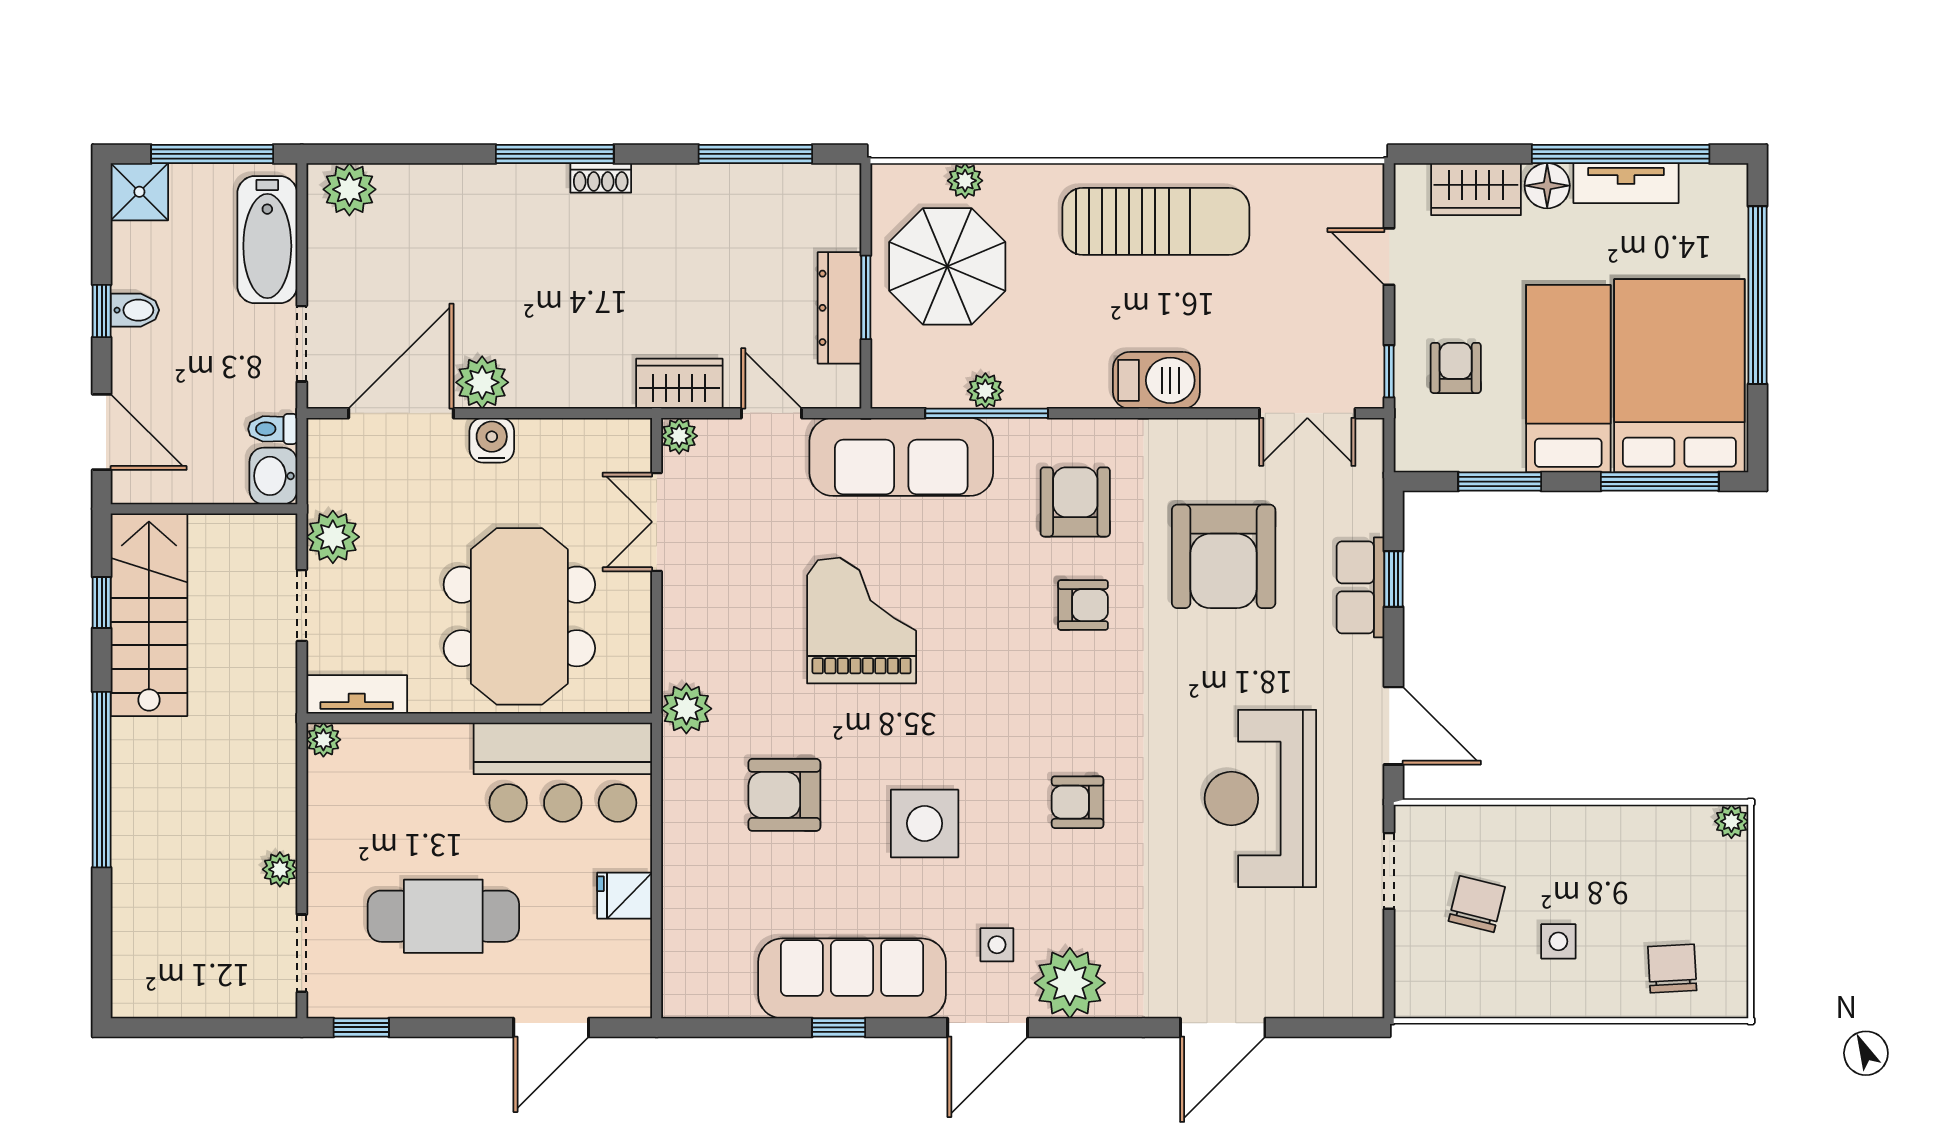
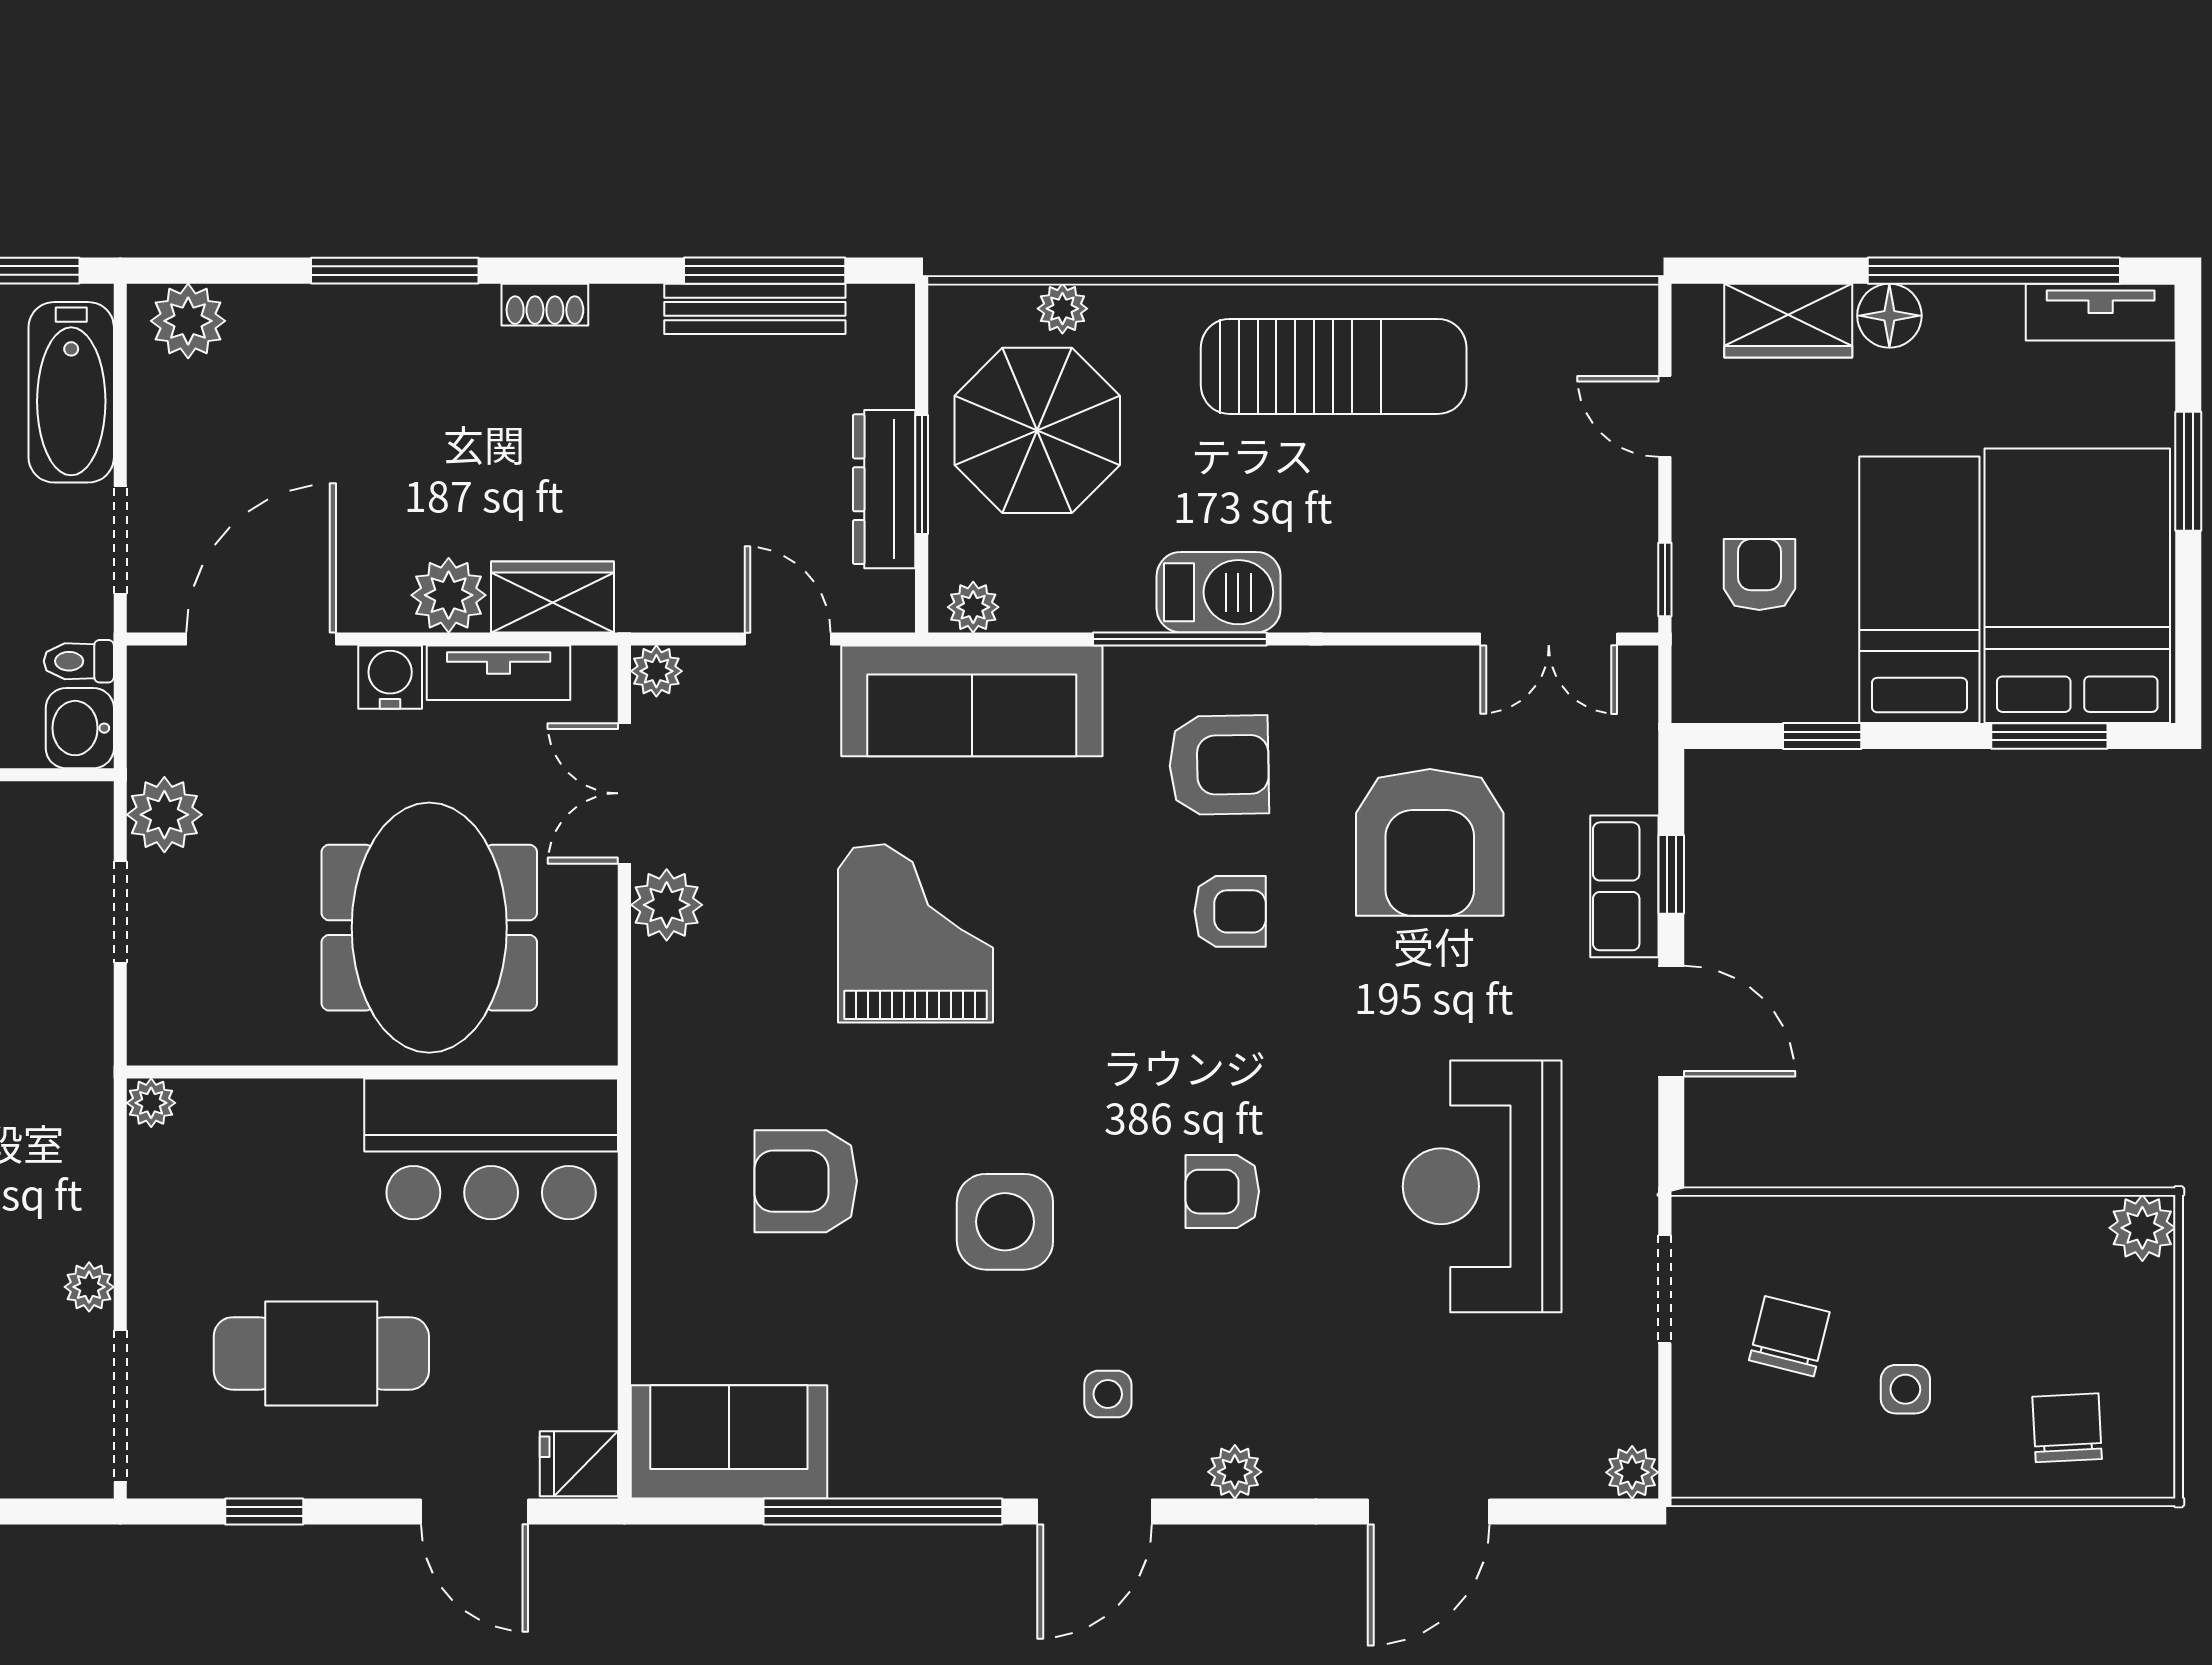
window: (555, 154) -> (395, 271), moved
bench: (748, 181) -> (755, 309), added
tv unit: (1626, 183) -> (2101, 312), moved
window: (1758, 295) -> (2188, 471), width x0.47
barbecue: (1156, 380) -> (1219, 592), moved
plant: (482, 382) -> (449, 595), moved
wardrobe: (679, 384) -> (553, 597), moved
plant: (985, 391) -> (973, 607), moved
window: (987, 413) -> (1180, 639), moved
window: (1500, 482) -> (1822, 736), width x0.67
window: (1660, 482) -> (2049, 736), width x0.69
armchair: (1075, 502) -> (1219, 765), turned 89
tv unit: (357, 694) -> (499, 673), moved, turned 180
plant: (686, 709) -> (667, 905), moved
door: (1394, 726) -> (1671, 1021), moved
plant: (1731, 821) -> (2142, 1228), width x1.38, depth x1.38
fridge: (625, 896) -> (579, 1464), moved
doorway: (302, 953) -> (120, 1406), width x1.38
sofa: (852, 978) -> (729, 1442), moved, width x0.73
plant: (1070, 983) -> (1235, 1472), width x0.53, depth x0.53
plant: (1366, 1000) -> (1632, 1472), added
window: (361, 1027) -> (264, 1511), moved
door: (551, 1027) -> (475, 1511), hinge flipped
window: (839, 1027) -> (883, 1511), width x3.17

